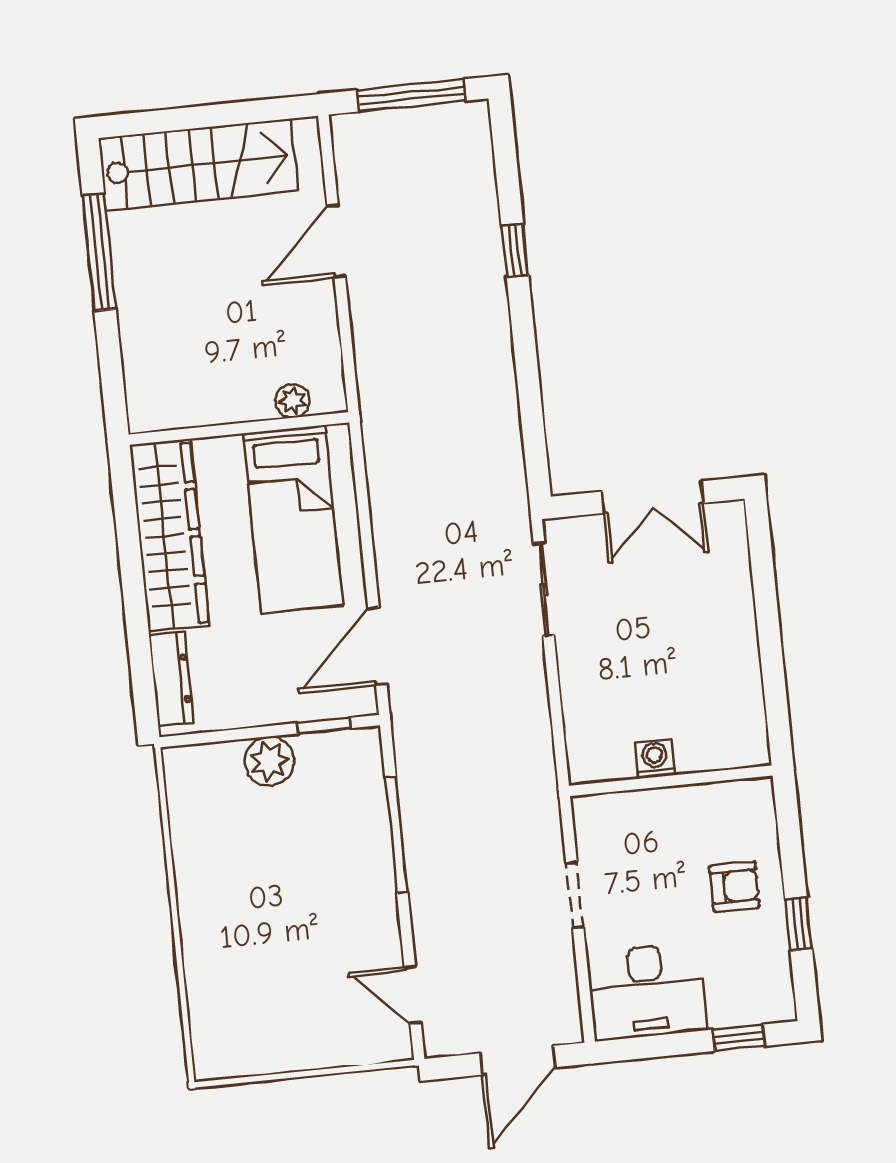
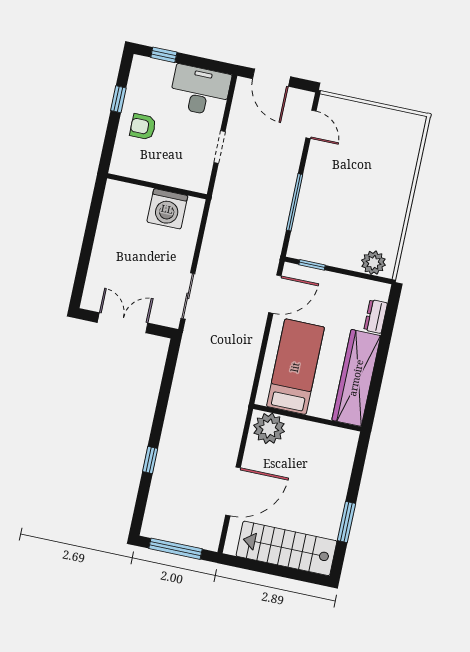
door: (336, 241) -> (233, 491), width x1.36
window: (99, 252) -> (346, 522), width x0.69
plant: (292, 401) -> (269, 428), width x1.87, depth x1.87
dresser: (171, 679) -> (376, 316), width x0.70
washing machine: (655, 759) -> (167, 209), width x1.89, depth x1.89
plant: (269, 761) -> (373, 263), moved
door: (518, 1060) -> (272, 78), swing flipped

